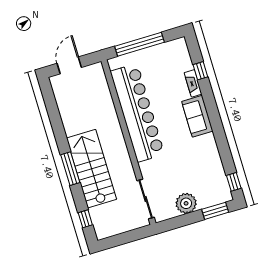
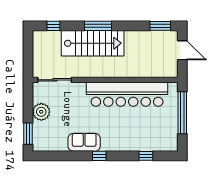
fireplace: (193, 83) -> (137, 147), removed
window: (49, 98) -> (160, 26), added
sofa: (197, 116) -> (84, 142), moved
window: (234, 182) -> (99, 156), moved

